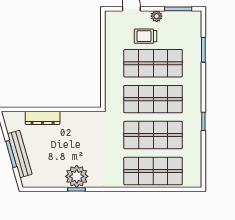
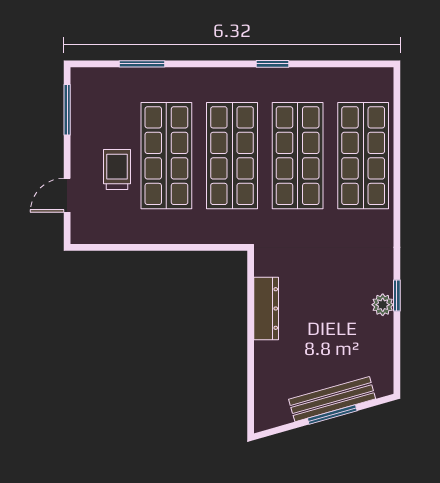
plant: (157, 16) -> (81, 149), removed
trolley: (146, 36) -> (117, 169), turned 180
dresser: (43, 118) -> (266, 309), moved
plant: (77, 176) -> (383, 305), width x0.53, depth x0.53

